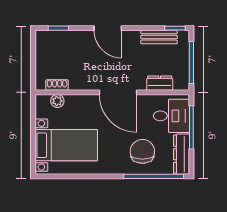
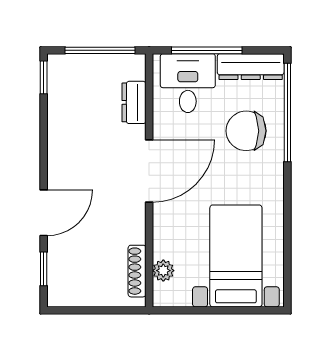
door: (108, 28) -> (44, 213), moved
bench: (159, 37) -> (58, 104), removed
shoe rack: (57, 85) -> (137, 271), width x1.43

